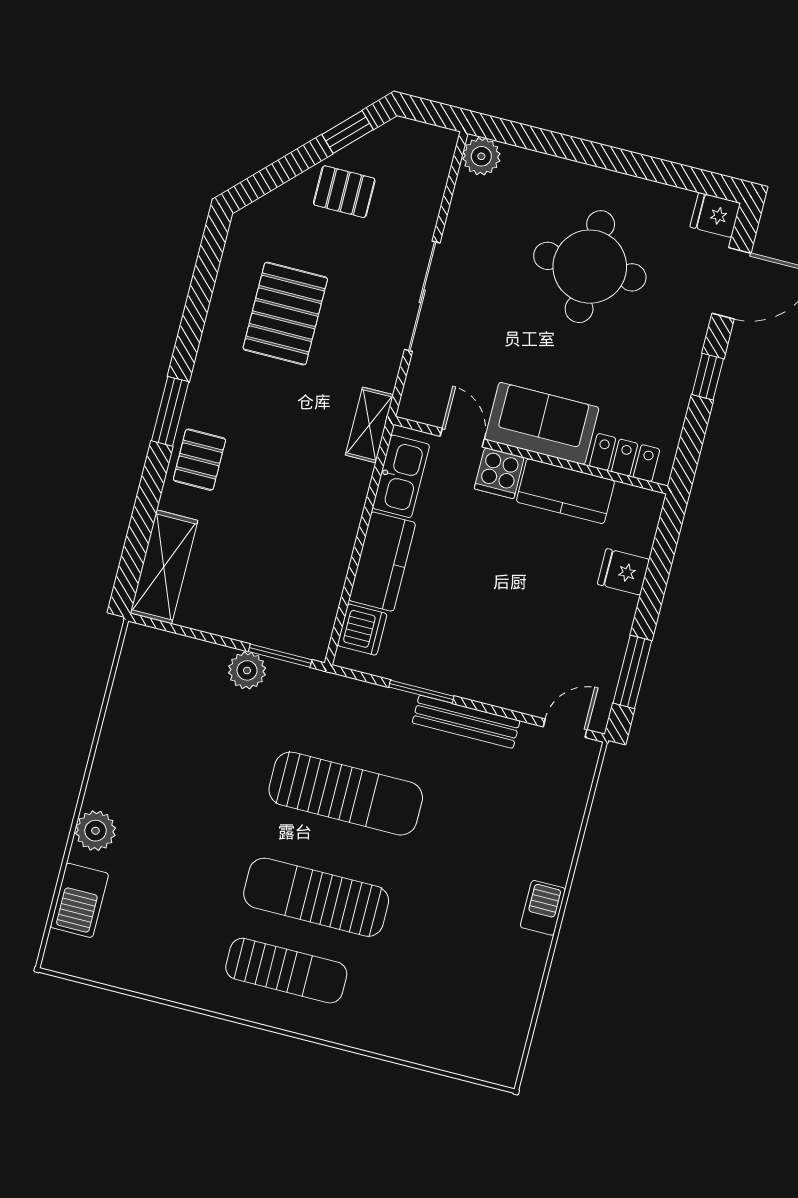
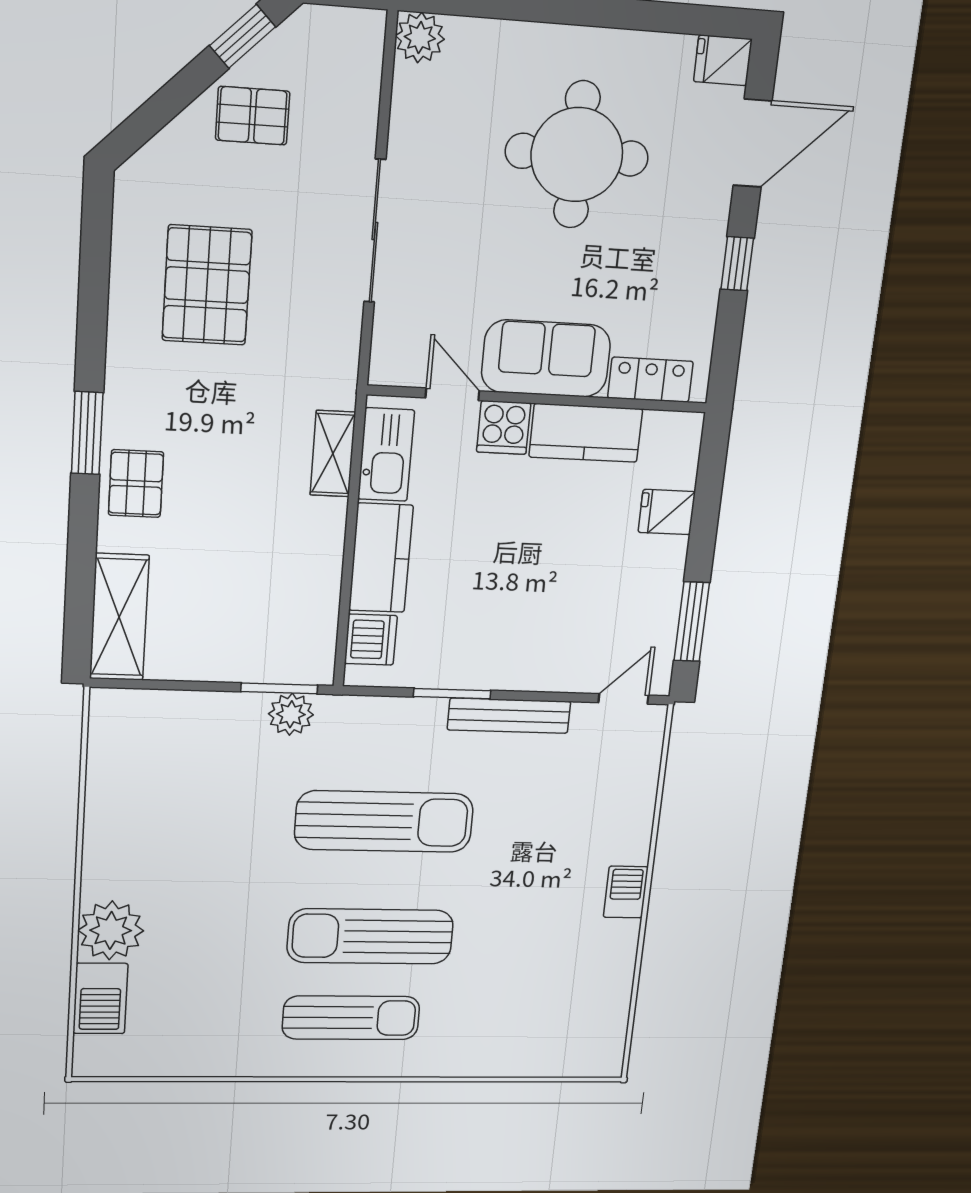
shelving: (369, 425) -> (333, 454), moved
plant: (247, 670) -> (291, 714), moved
plant: (95, 831) -> (111, 930), width x1.36, depth x1.36

